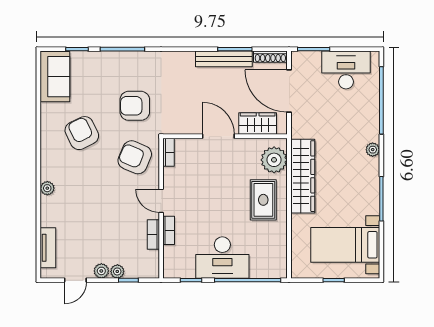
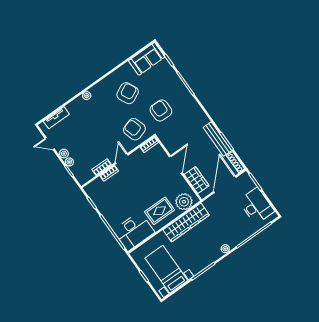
armchair: (135, 157) -> (134, 129), turned -40
desk: (222, 258) -> (134, 231), moved, turned -90

